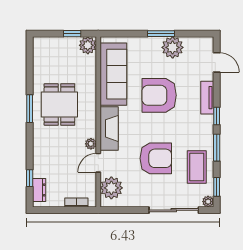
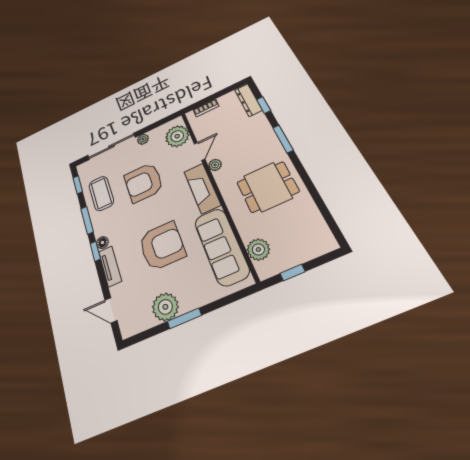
plant: (88, 45) -> (258, 249), moved
dining table: (59, 105) -> (268, 187), turned 90
window: (30, 109) -> (283, 139), moved
floor lamp: (208, 121) -> (102, 243), added
dresser: (39, 190) -> (248, 100), width x1.44
plant: (208, 202) -> (143, 139), moved

